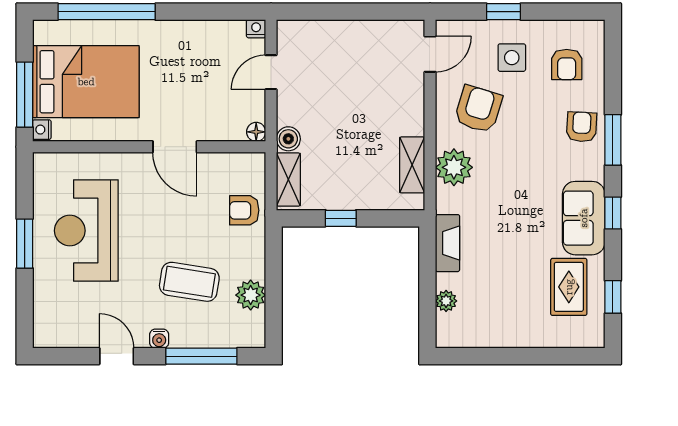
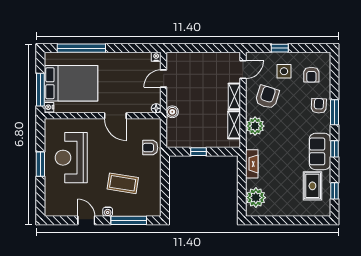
shelving: (288, 180) -> (234, 96), moved
plant: (251, 295) -> (153, 190), removed
plant: (446, 301) -> (256, 198), width x1.87, depth x1.87

